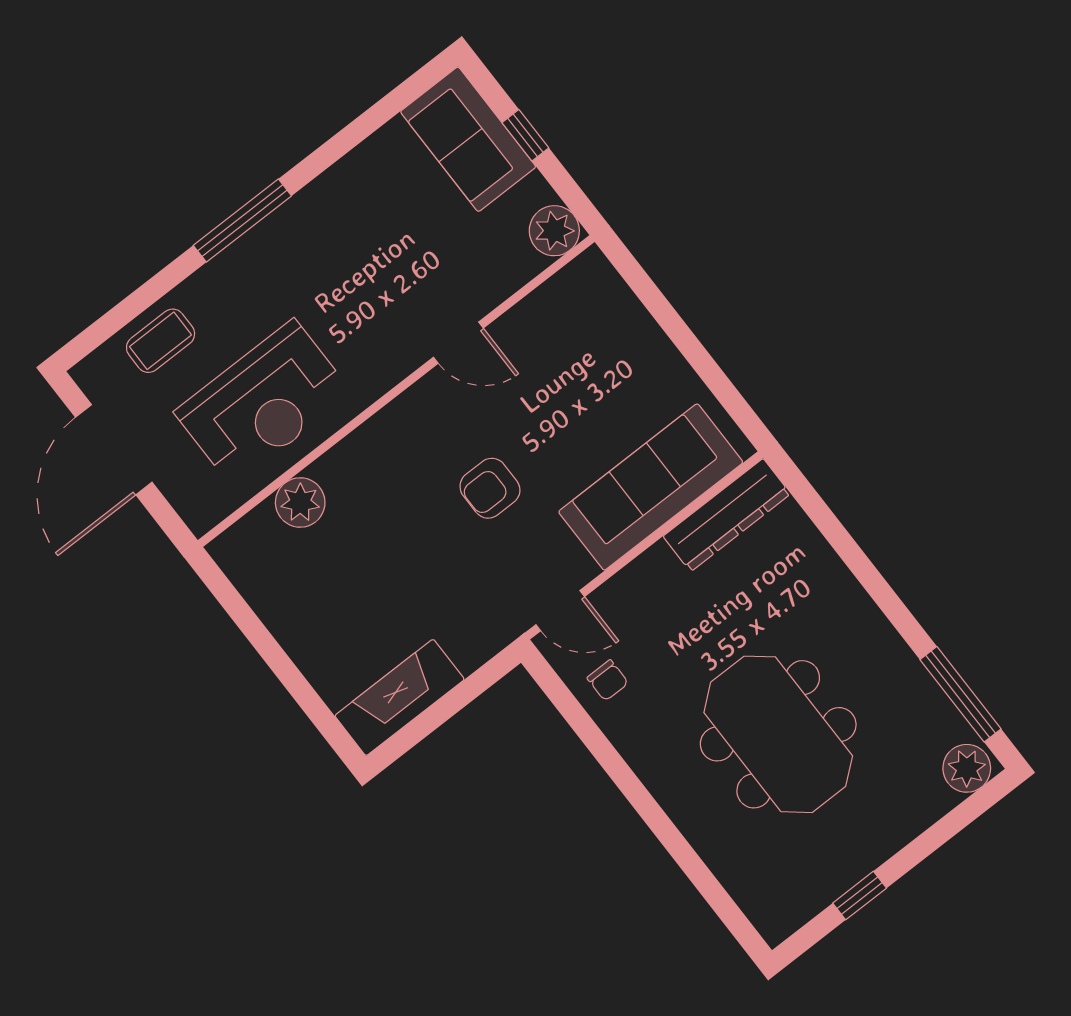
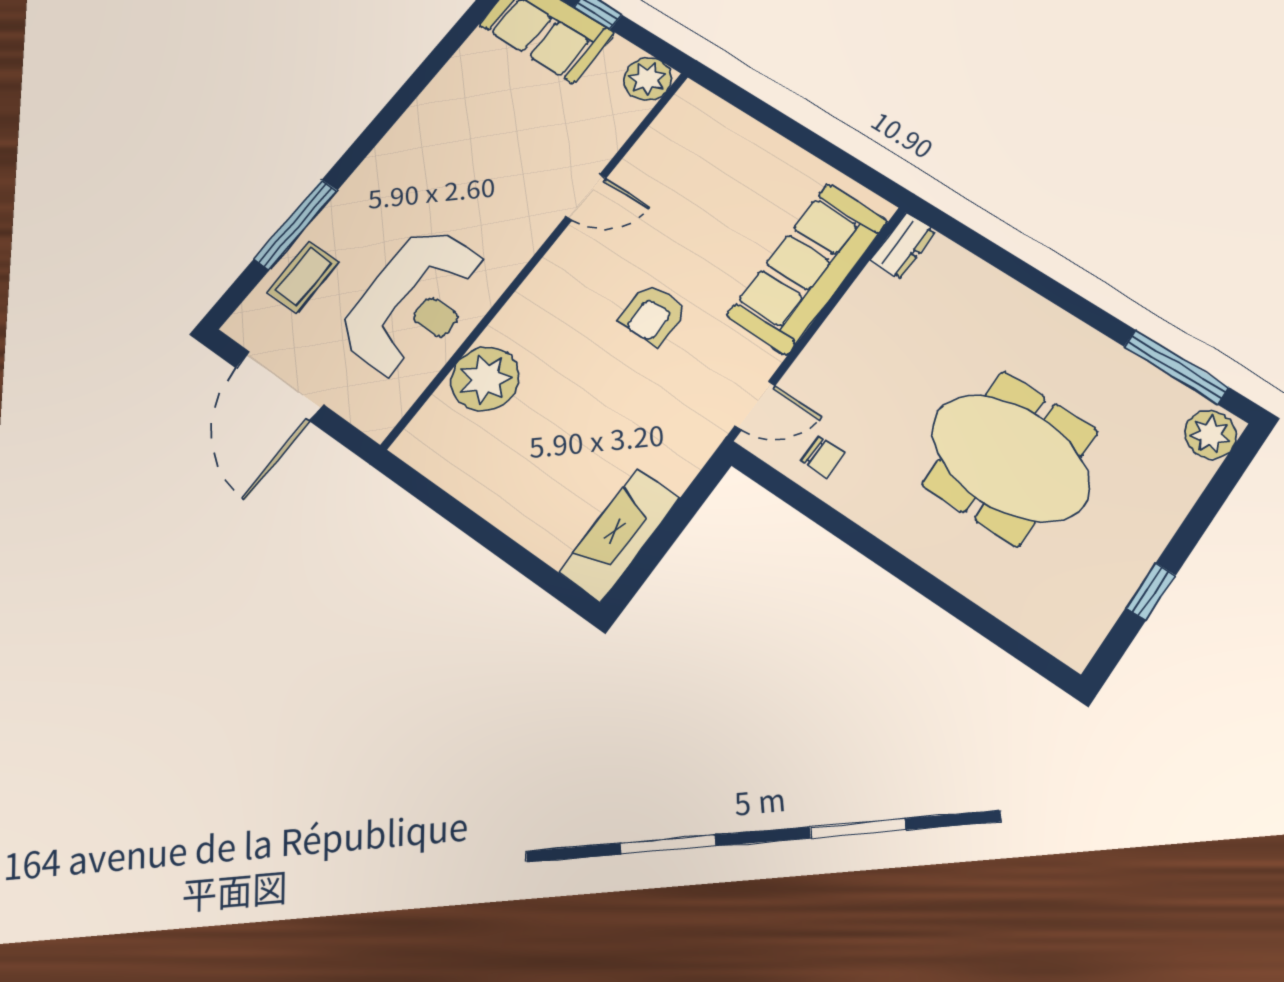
window: (242, 221) -> (296, 225), moved
plant: (300, 502) -> (485, 379), width x1.36, depth x1.36
dresser: (727, 515) -> (903, 246), width x0.51, depth x0.80

